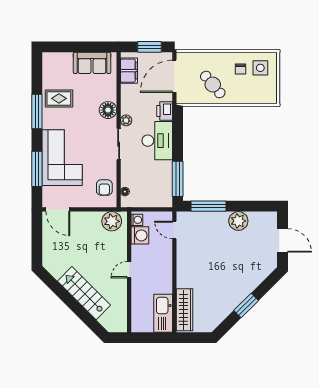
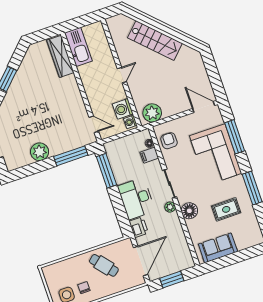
filing cabinet: (129, 71) -> (149, 155), moved, width x0.50
rug: (59, 98) -> (226, 209), moved

